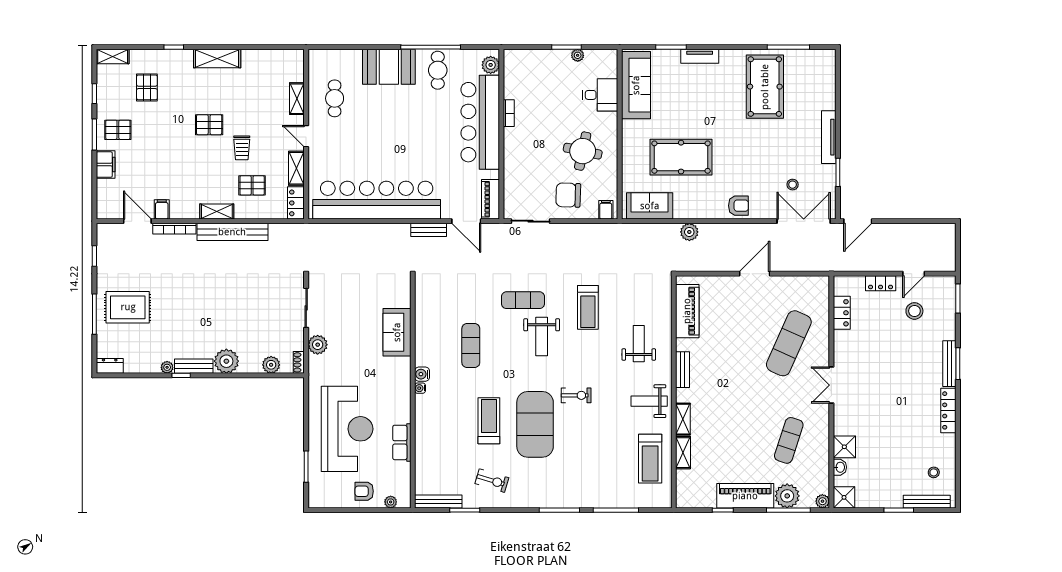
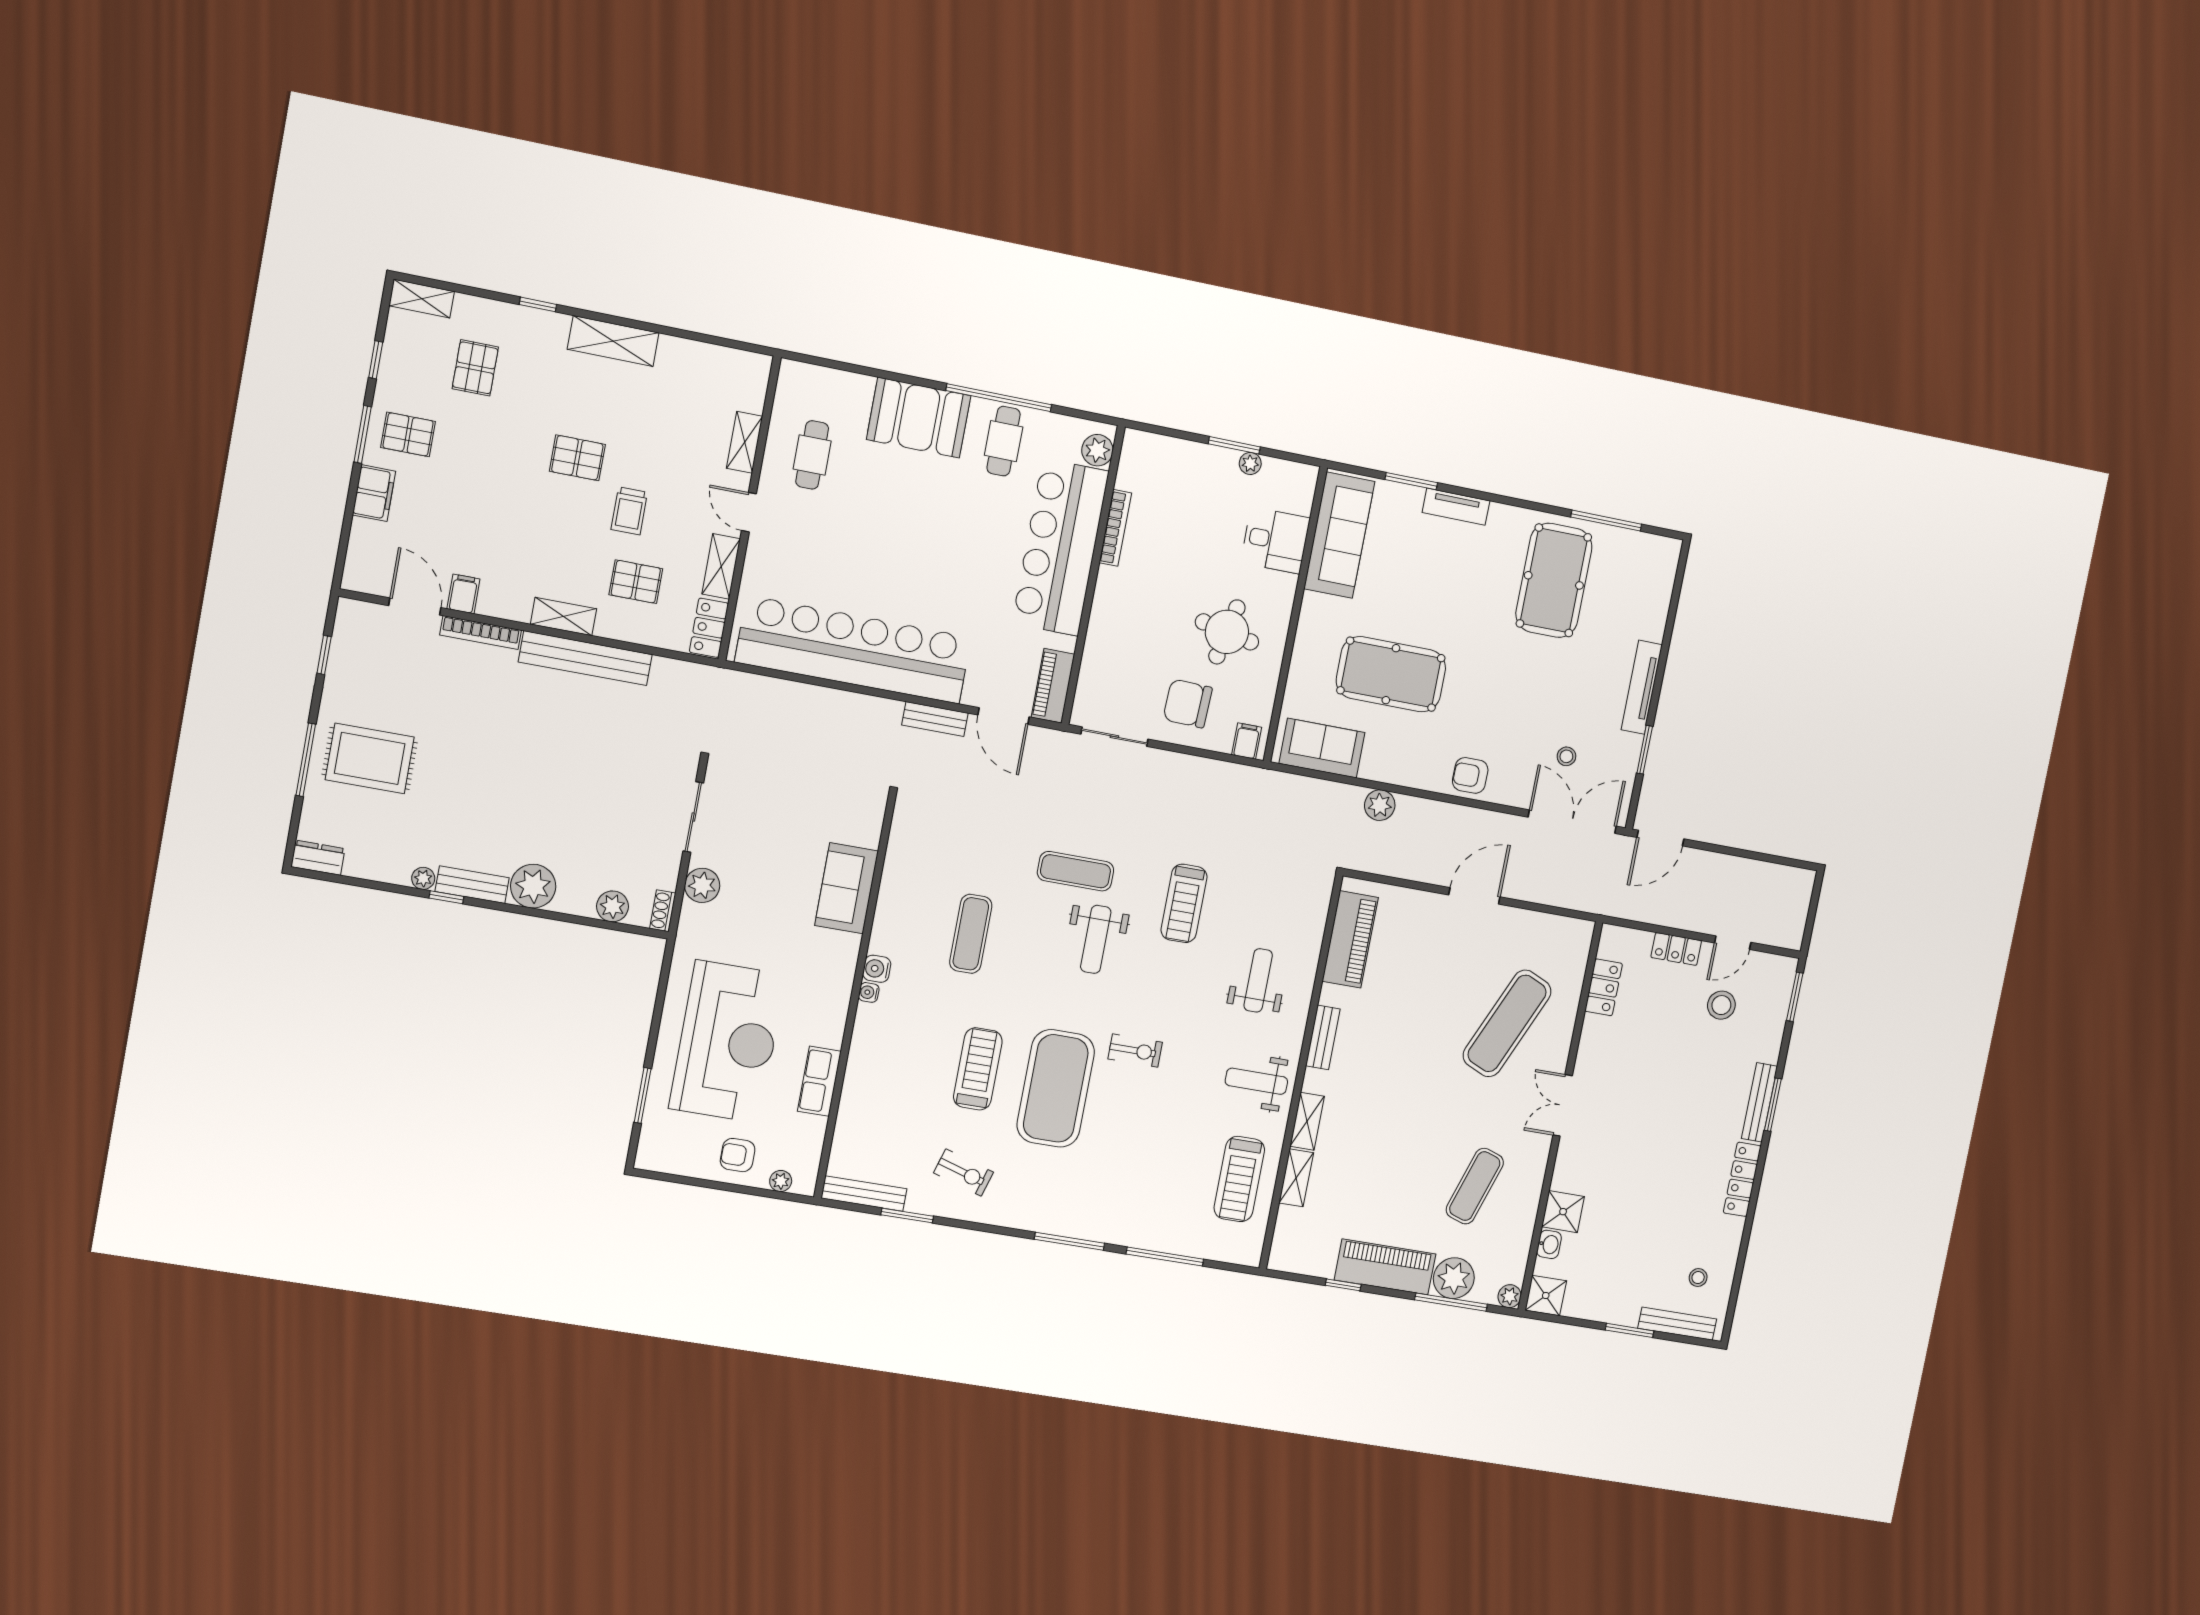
bookcase: (509, 113) -> (1115, 528), width x1.56
armchair: (738, 206) -> (1470, 775), turned 180

